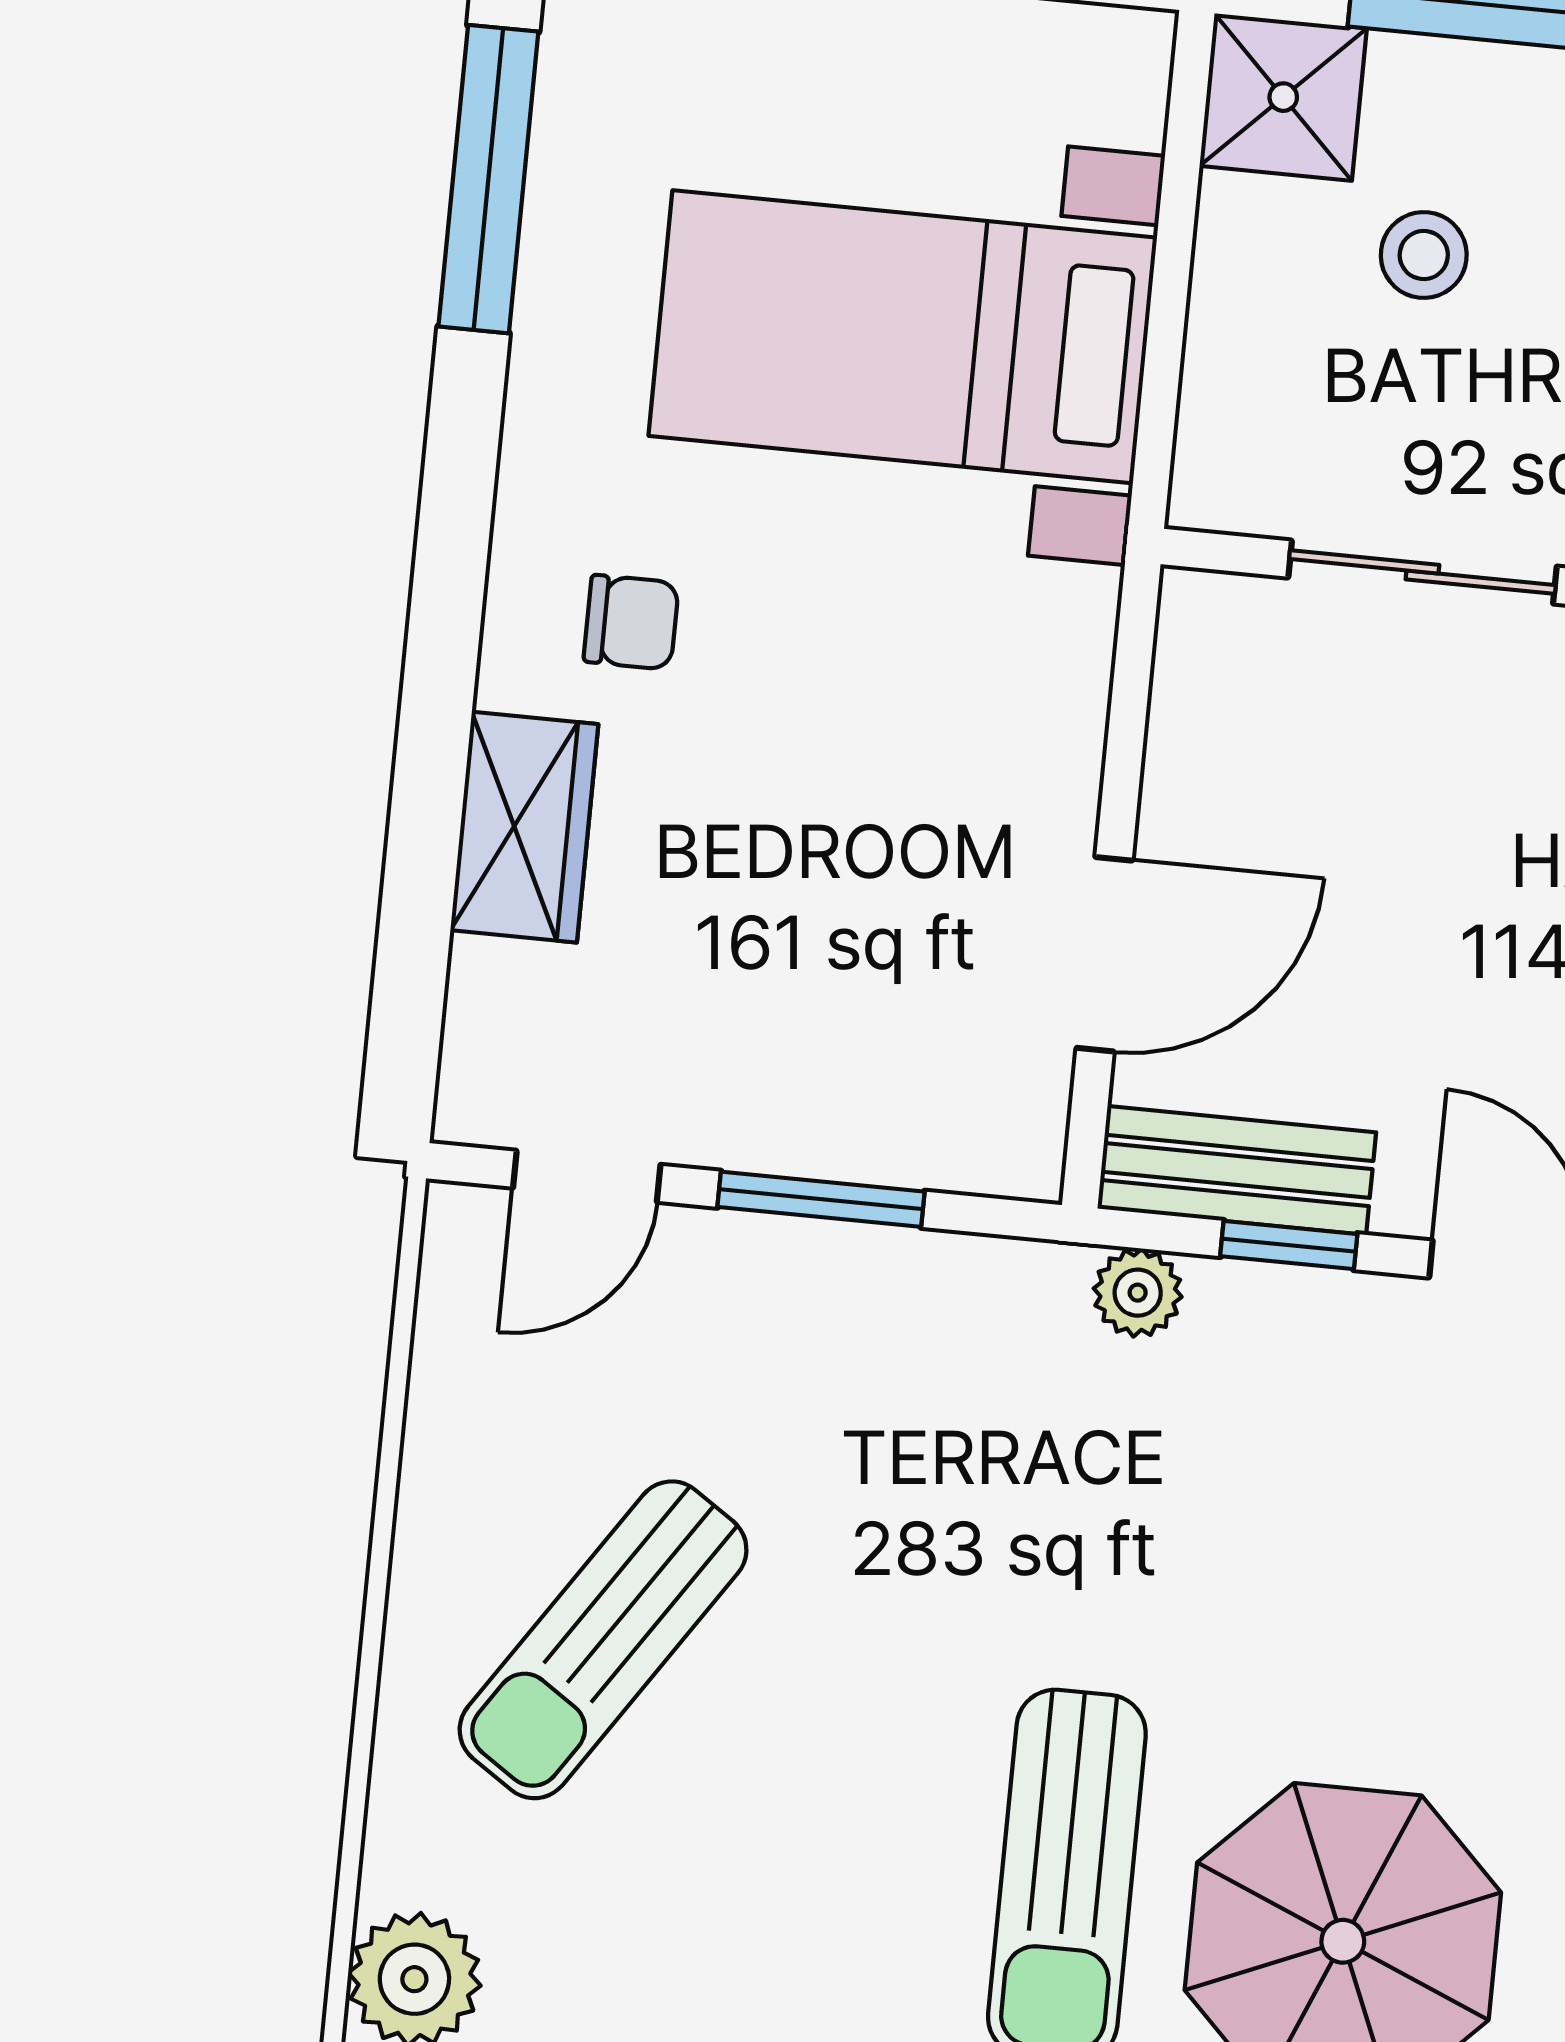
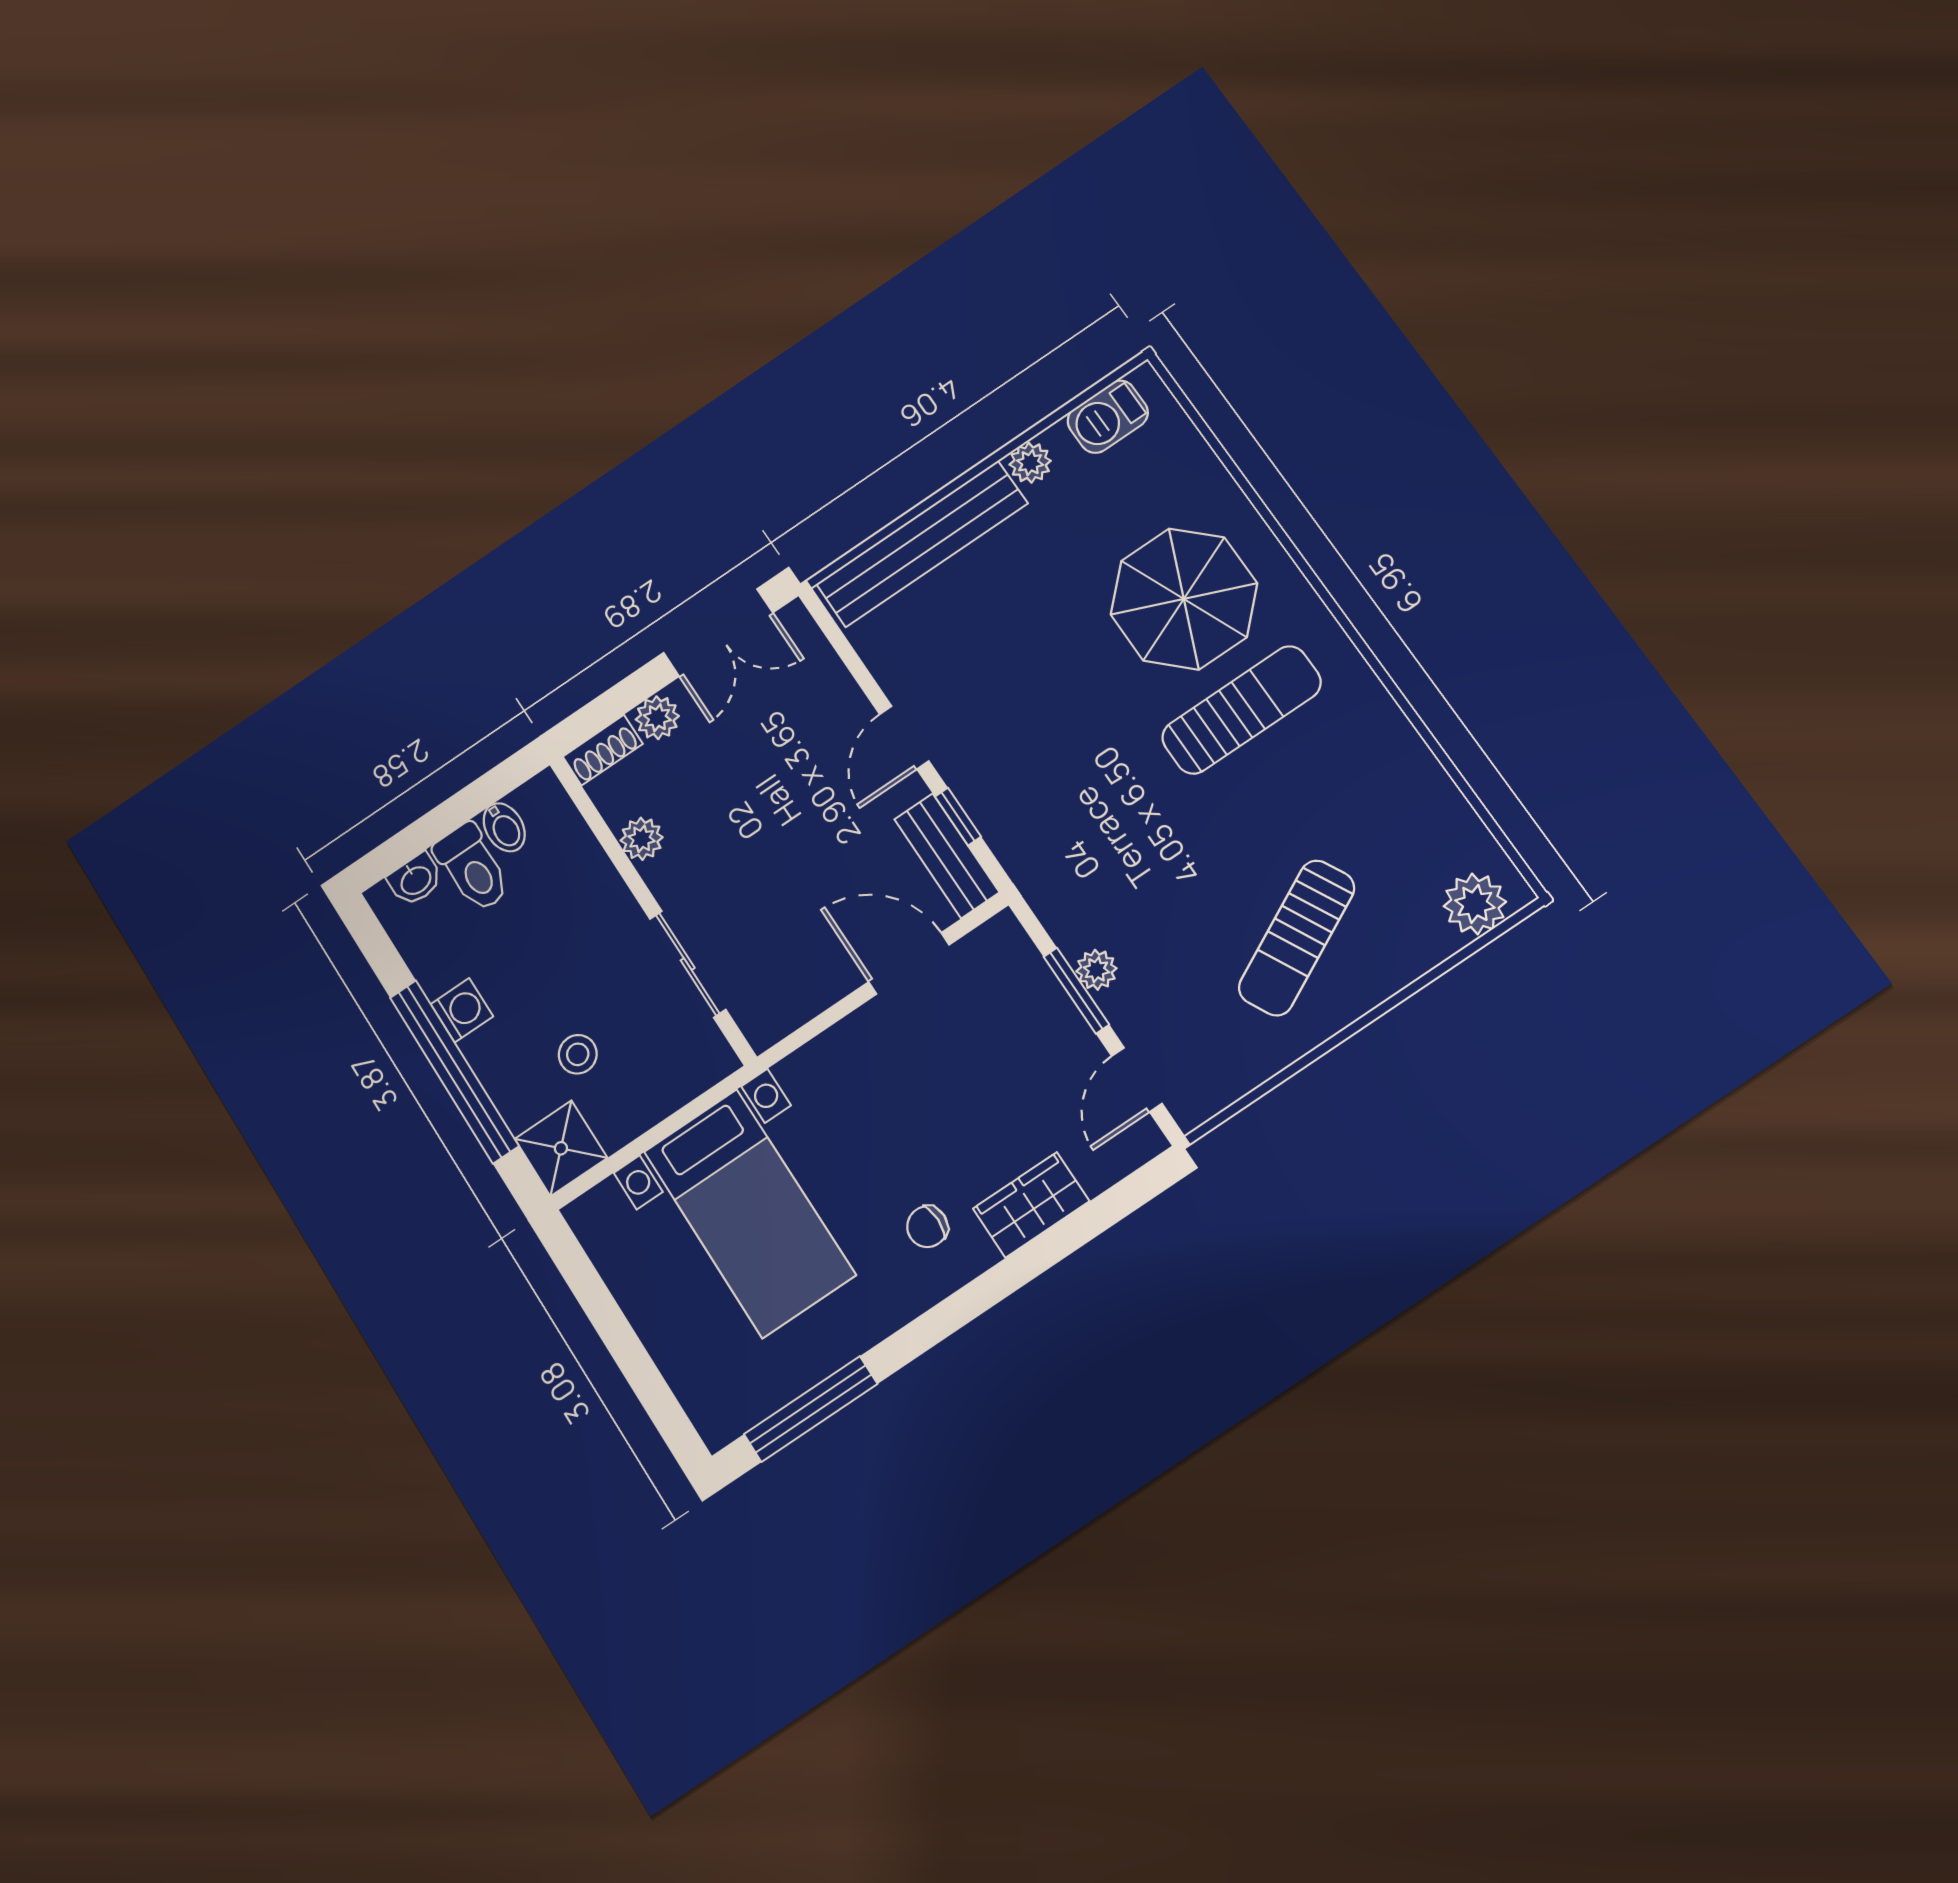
chair: (631, 622) -> (927, 1227), turned -90
door: (587, 1176) -> (1137, 1080), swing flipped
plant: (1138, 1293) -> (1096, 970), moved
sun lounger: (603, 1640) -> (1297, 938), turned 119

